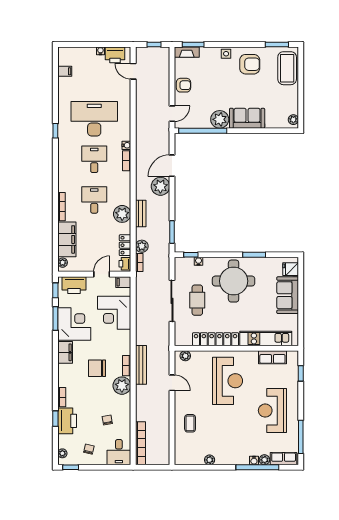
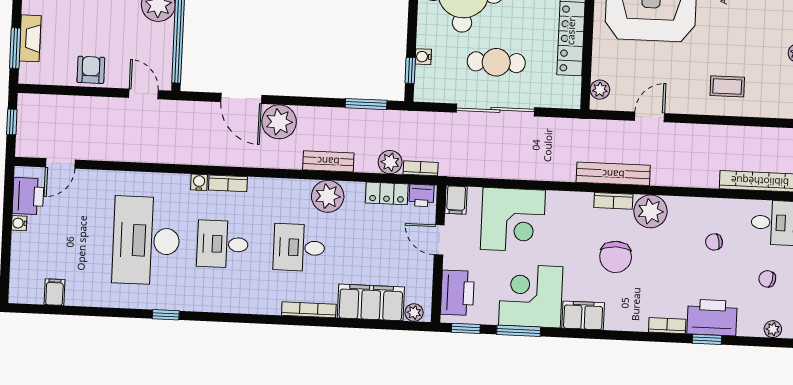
fireplace: (187, 52) -> (30, 38), moved

